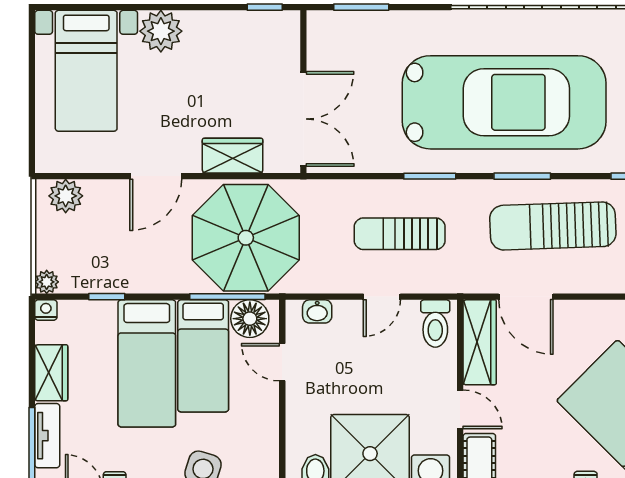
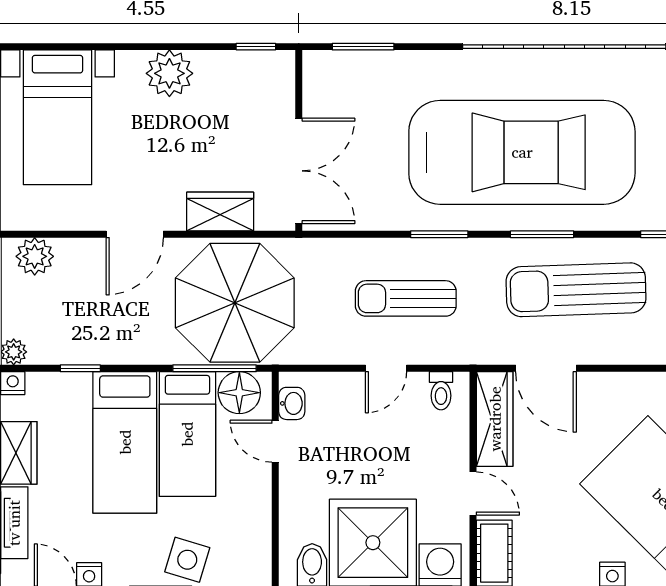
plant: (161, 31) -> (169, 73), moved
washbasin: (317, 311) -> (292, 403), moved, turned -90
toilet: (435, 323) -> (441, 391), width x0.73, depth x0.72

